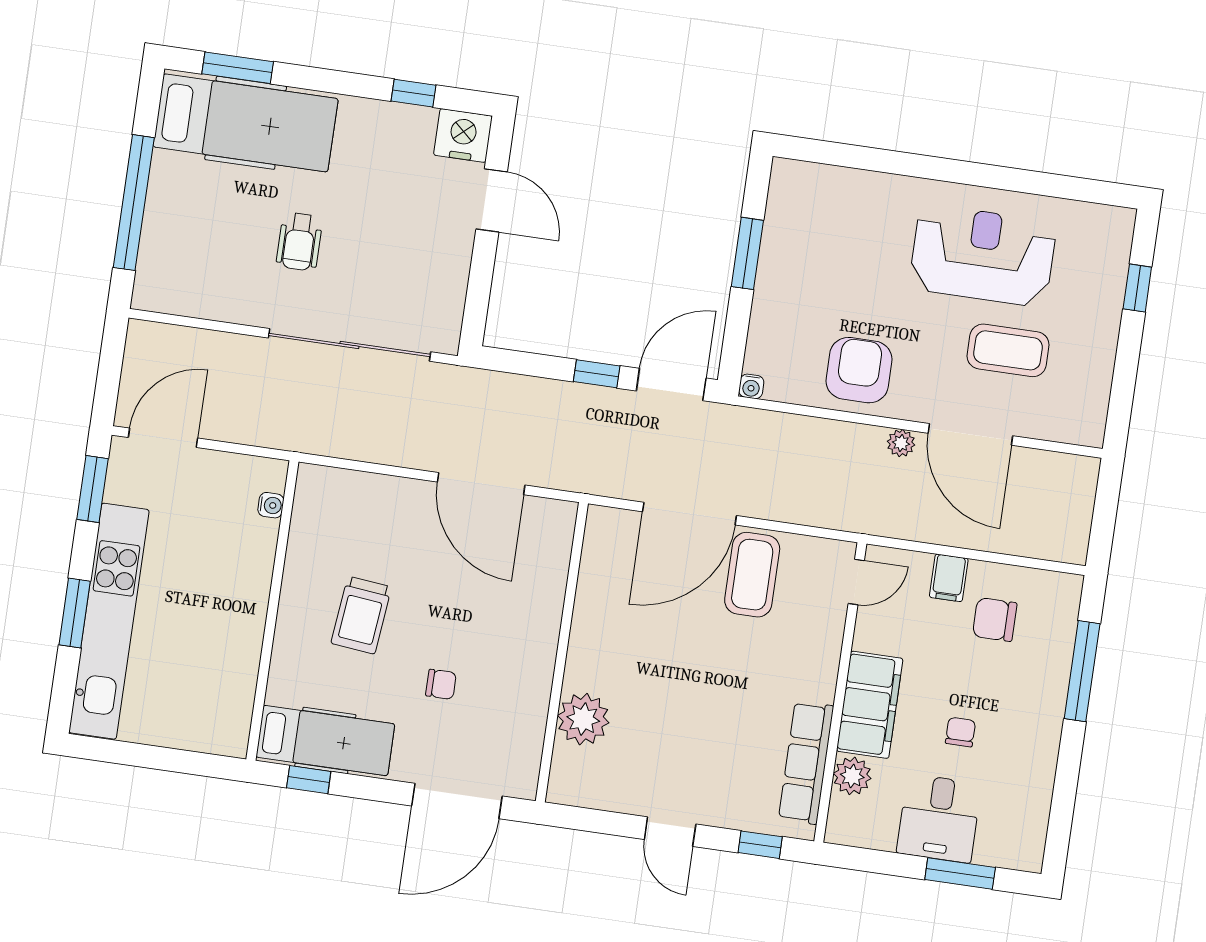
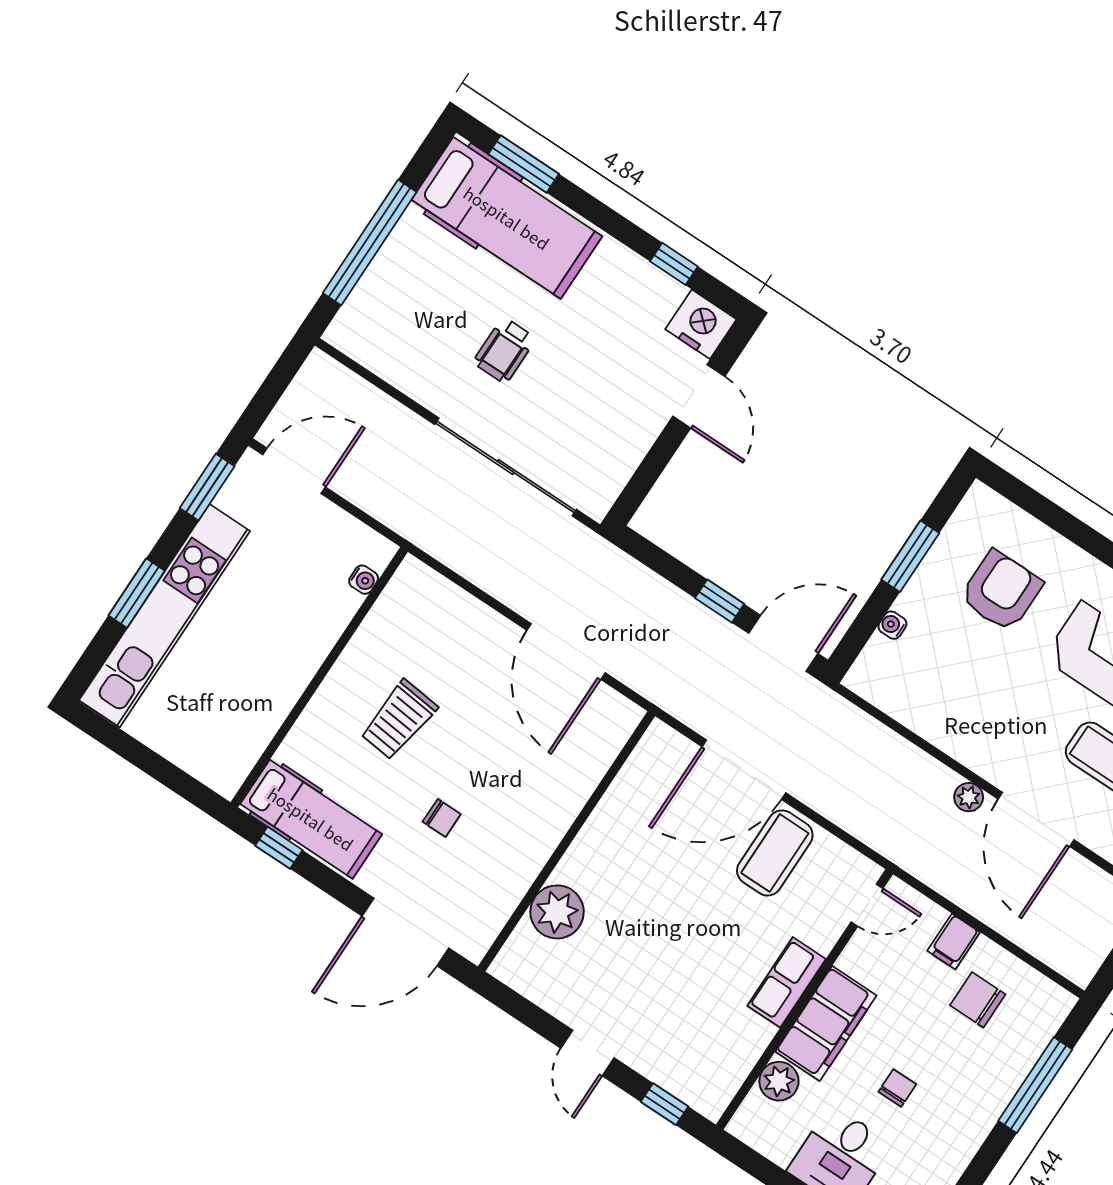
armchair: (859, 370) -> (1001, 591), moved
water cooler: (751, 386) -> (892, 625), moved, turned 90
row of seats: (806, 763) -> (787, 982), moved, width x0.68

